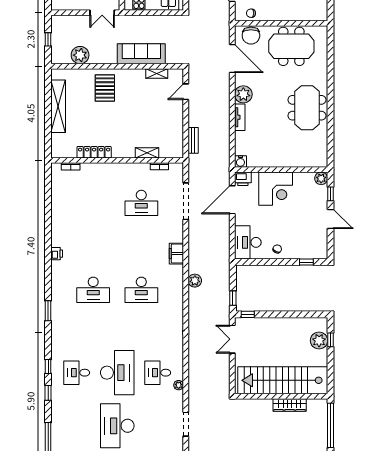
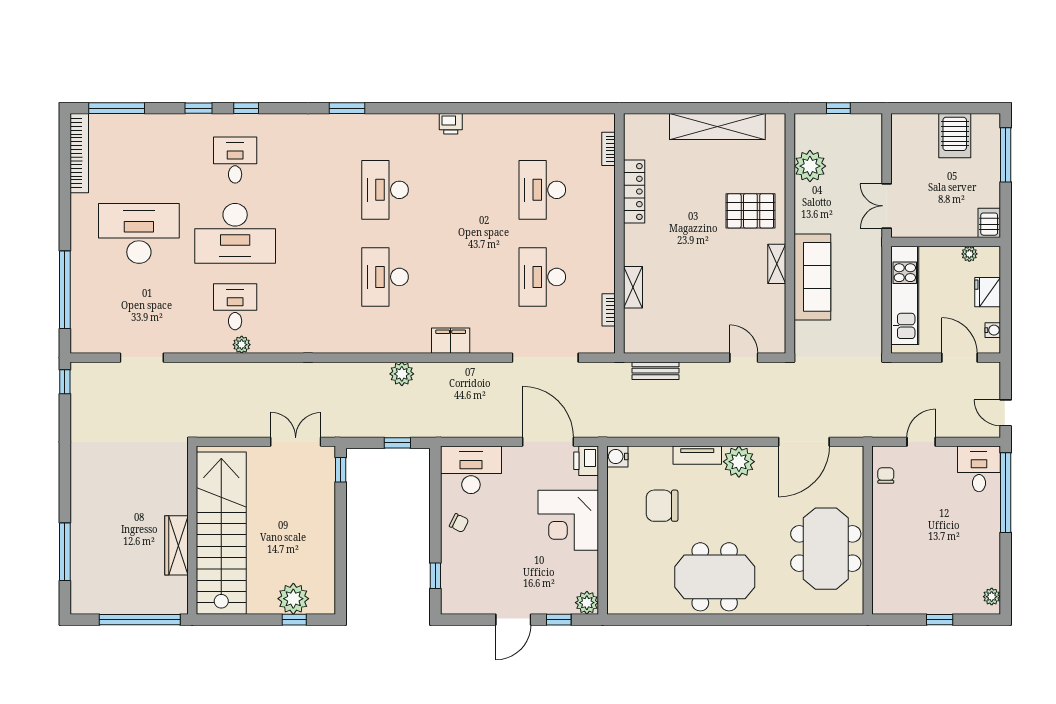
chair: (251, 36) -> (662, 506), moved
shelving: (157, 73) -> (777, 264), moved
desk: (93, 203) -> (542, 190), added
window: (233, 298) -> (397, 443), moved
plant: (179, 385) -> (242, 345), moved

